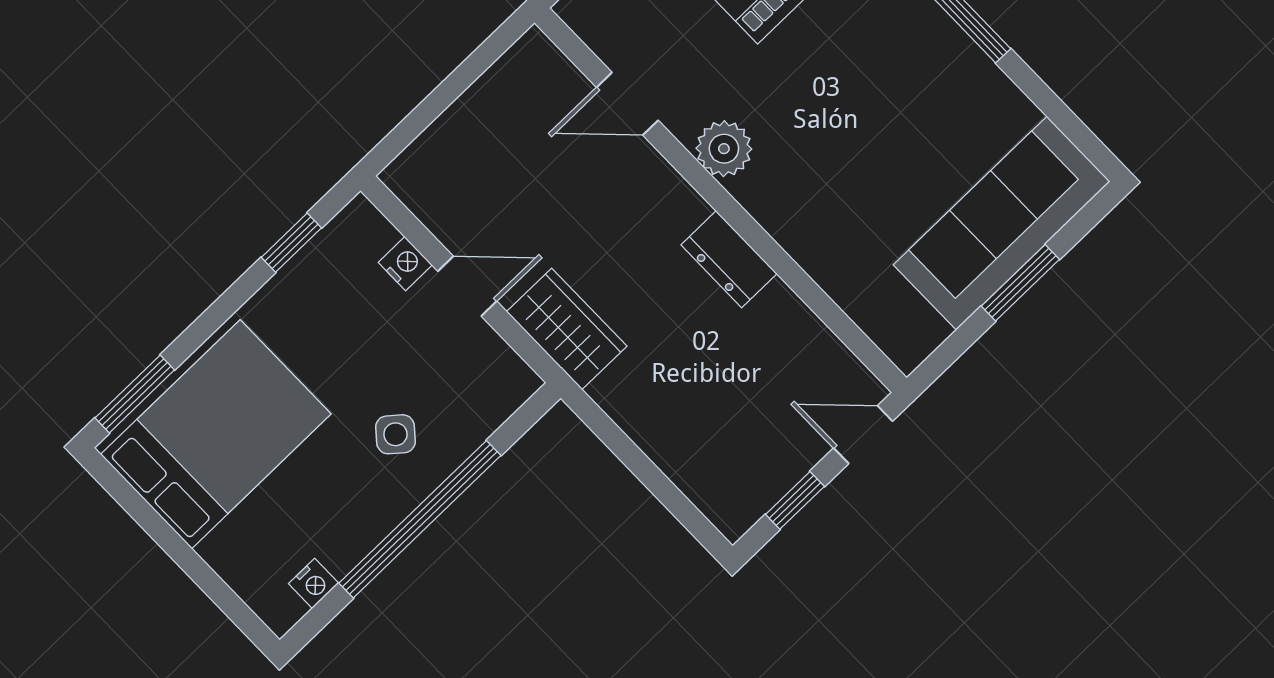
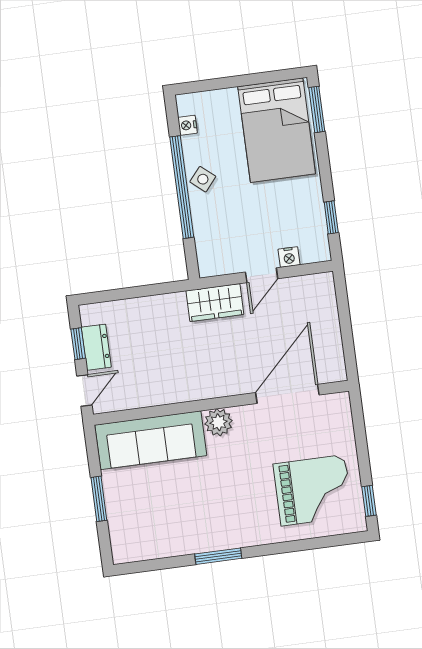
door: (627, 104) -> (287, 394), width x1.87
plant: (724, 149) -> (218, 422), moved
sofa: (1002, 223) -> (151, 440), moved, turned 90
dresser: (729, 259) -> (96, 347), moved, turned 90
side table: (395, 434) -> (203, 179), moved

